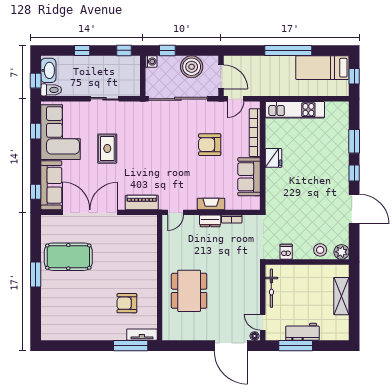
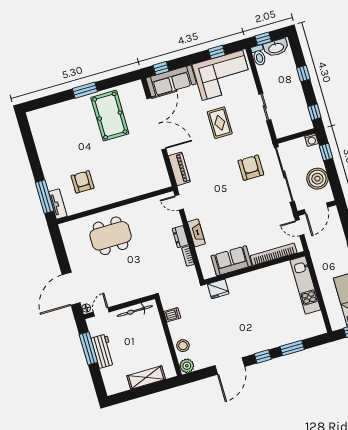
armchair: (210, 145) -> (251, 168), moved
rug: (107, 149) -> (220, 123), turned 90
fridge: (274, 158) -> (218, 289), moved

